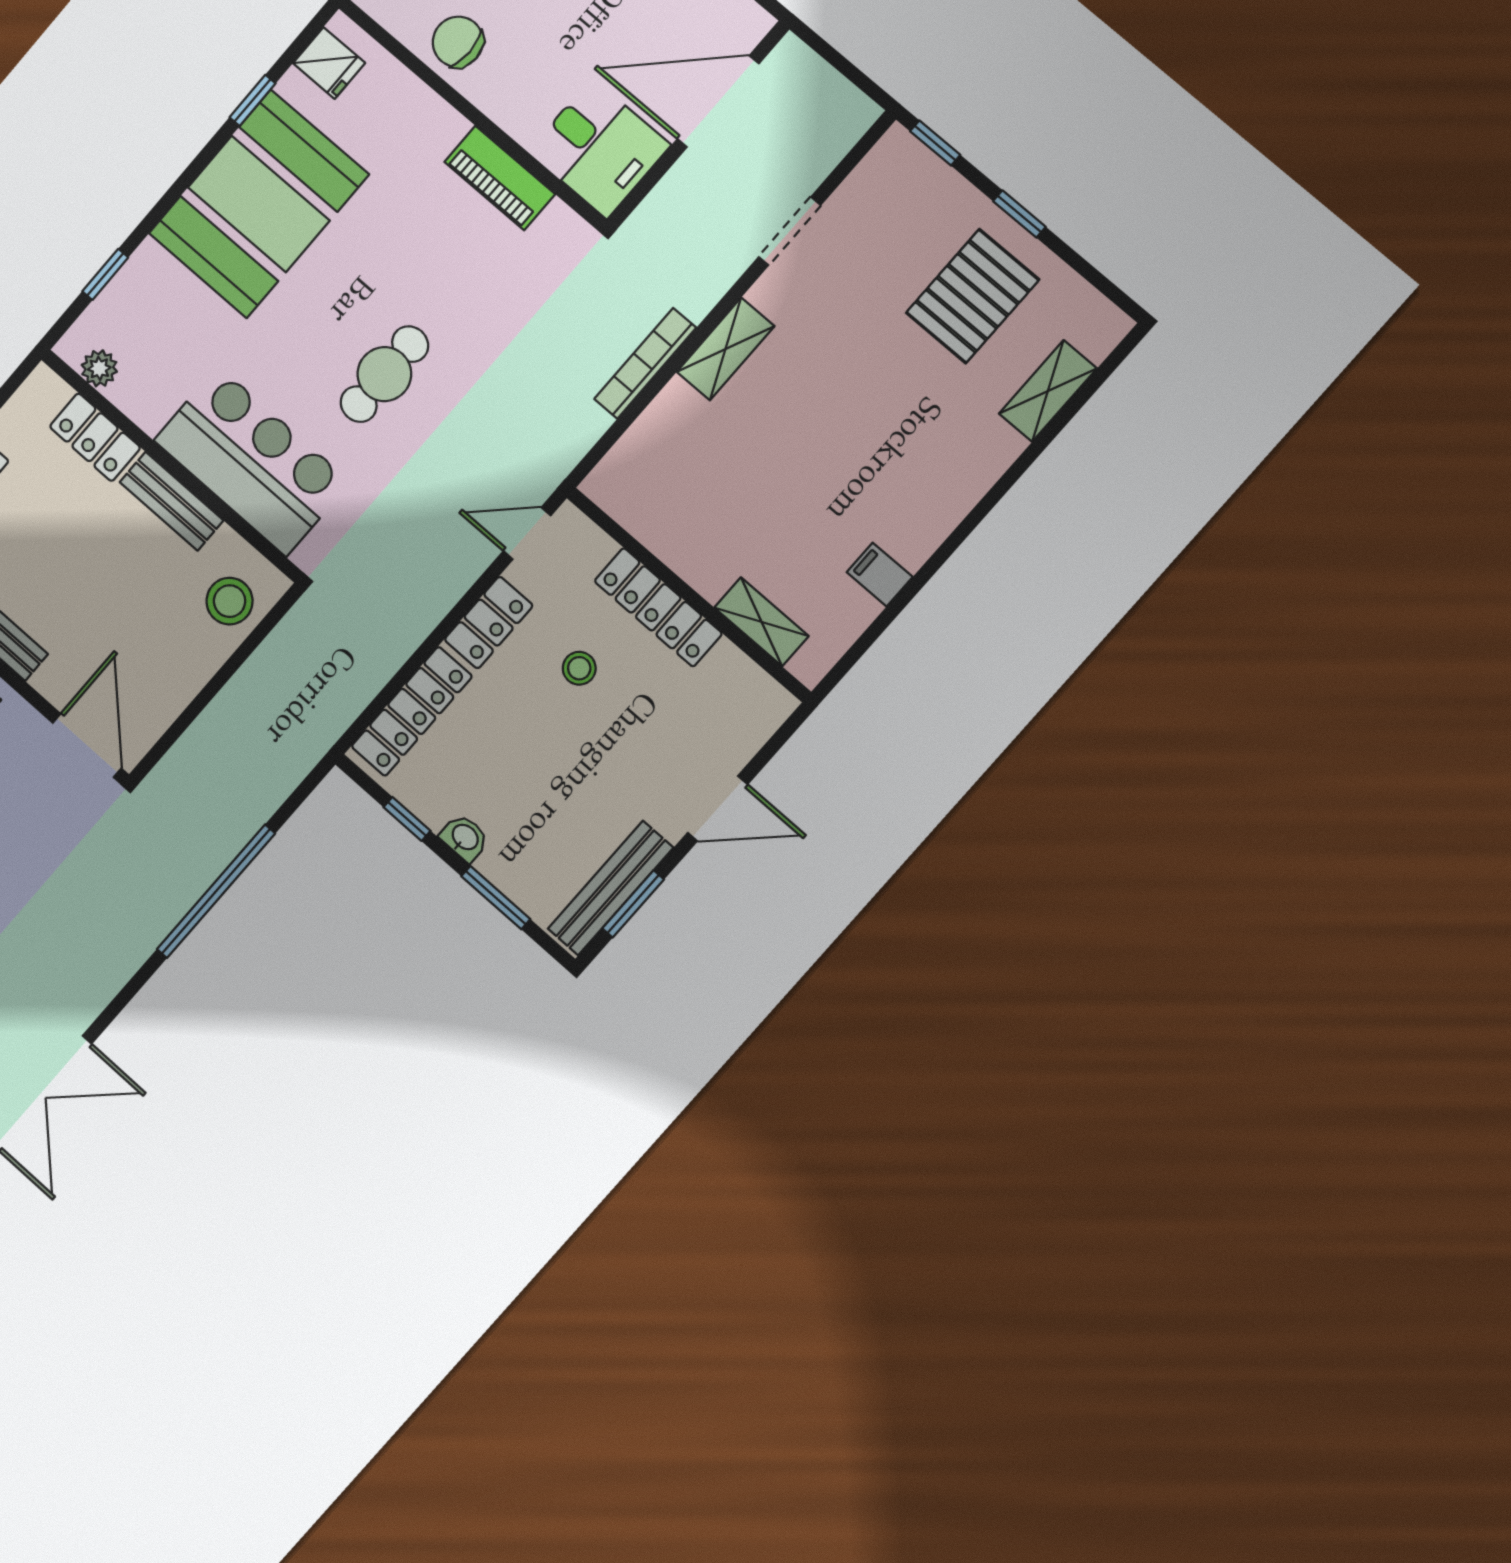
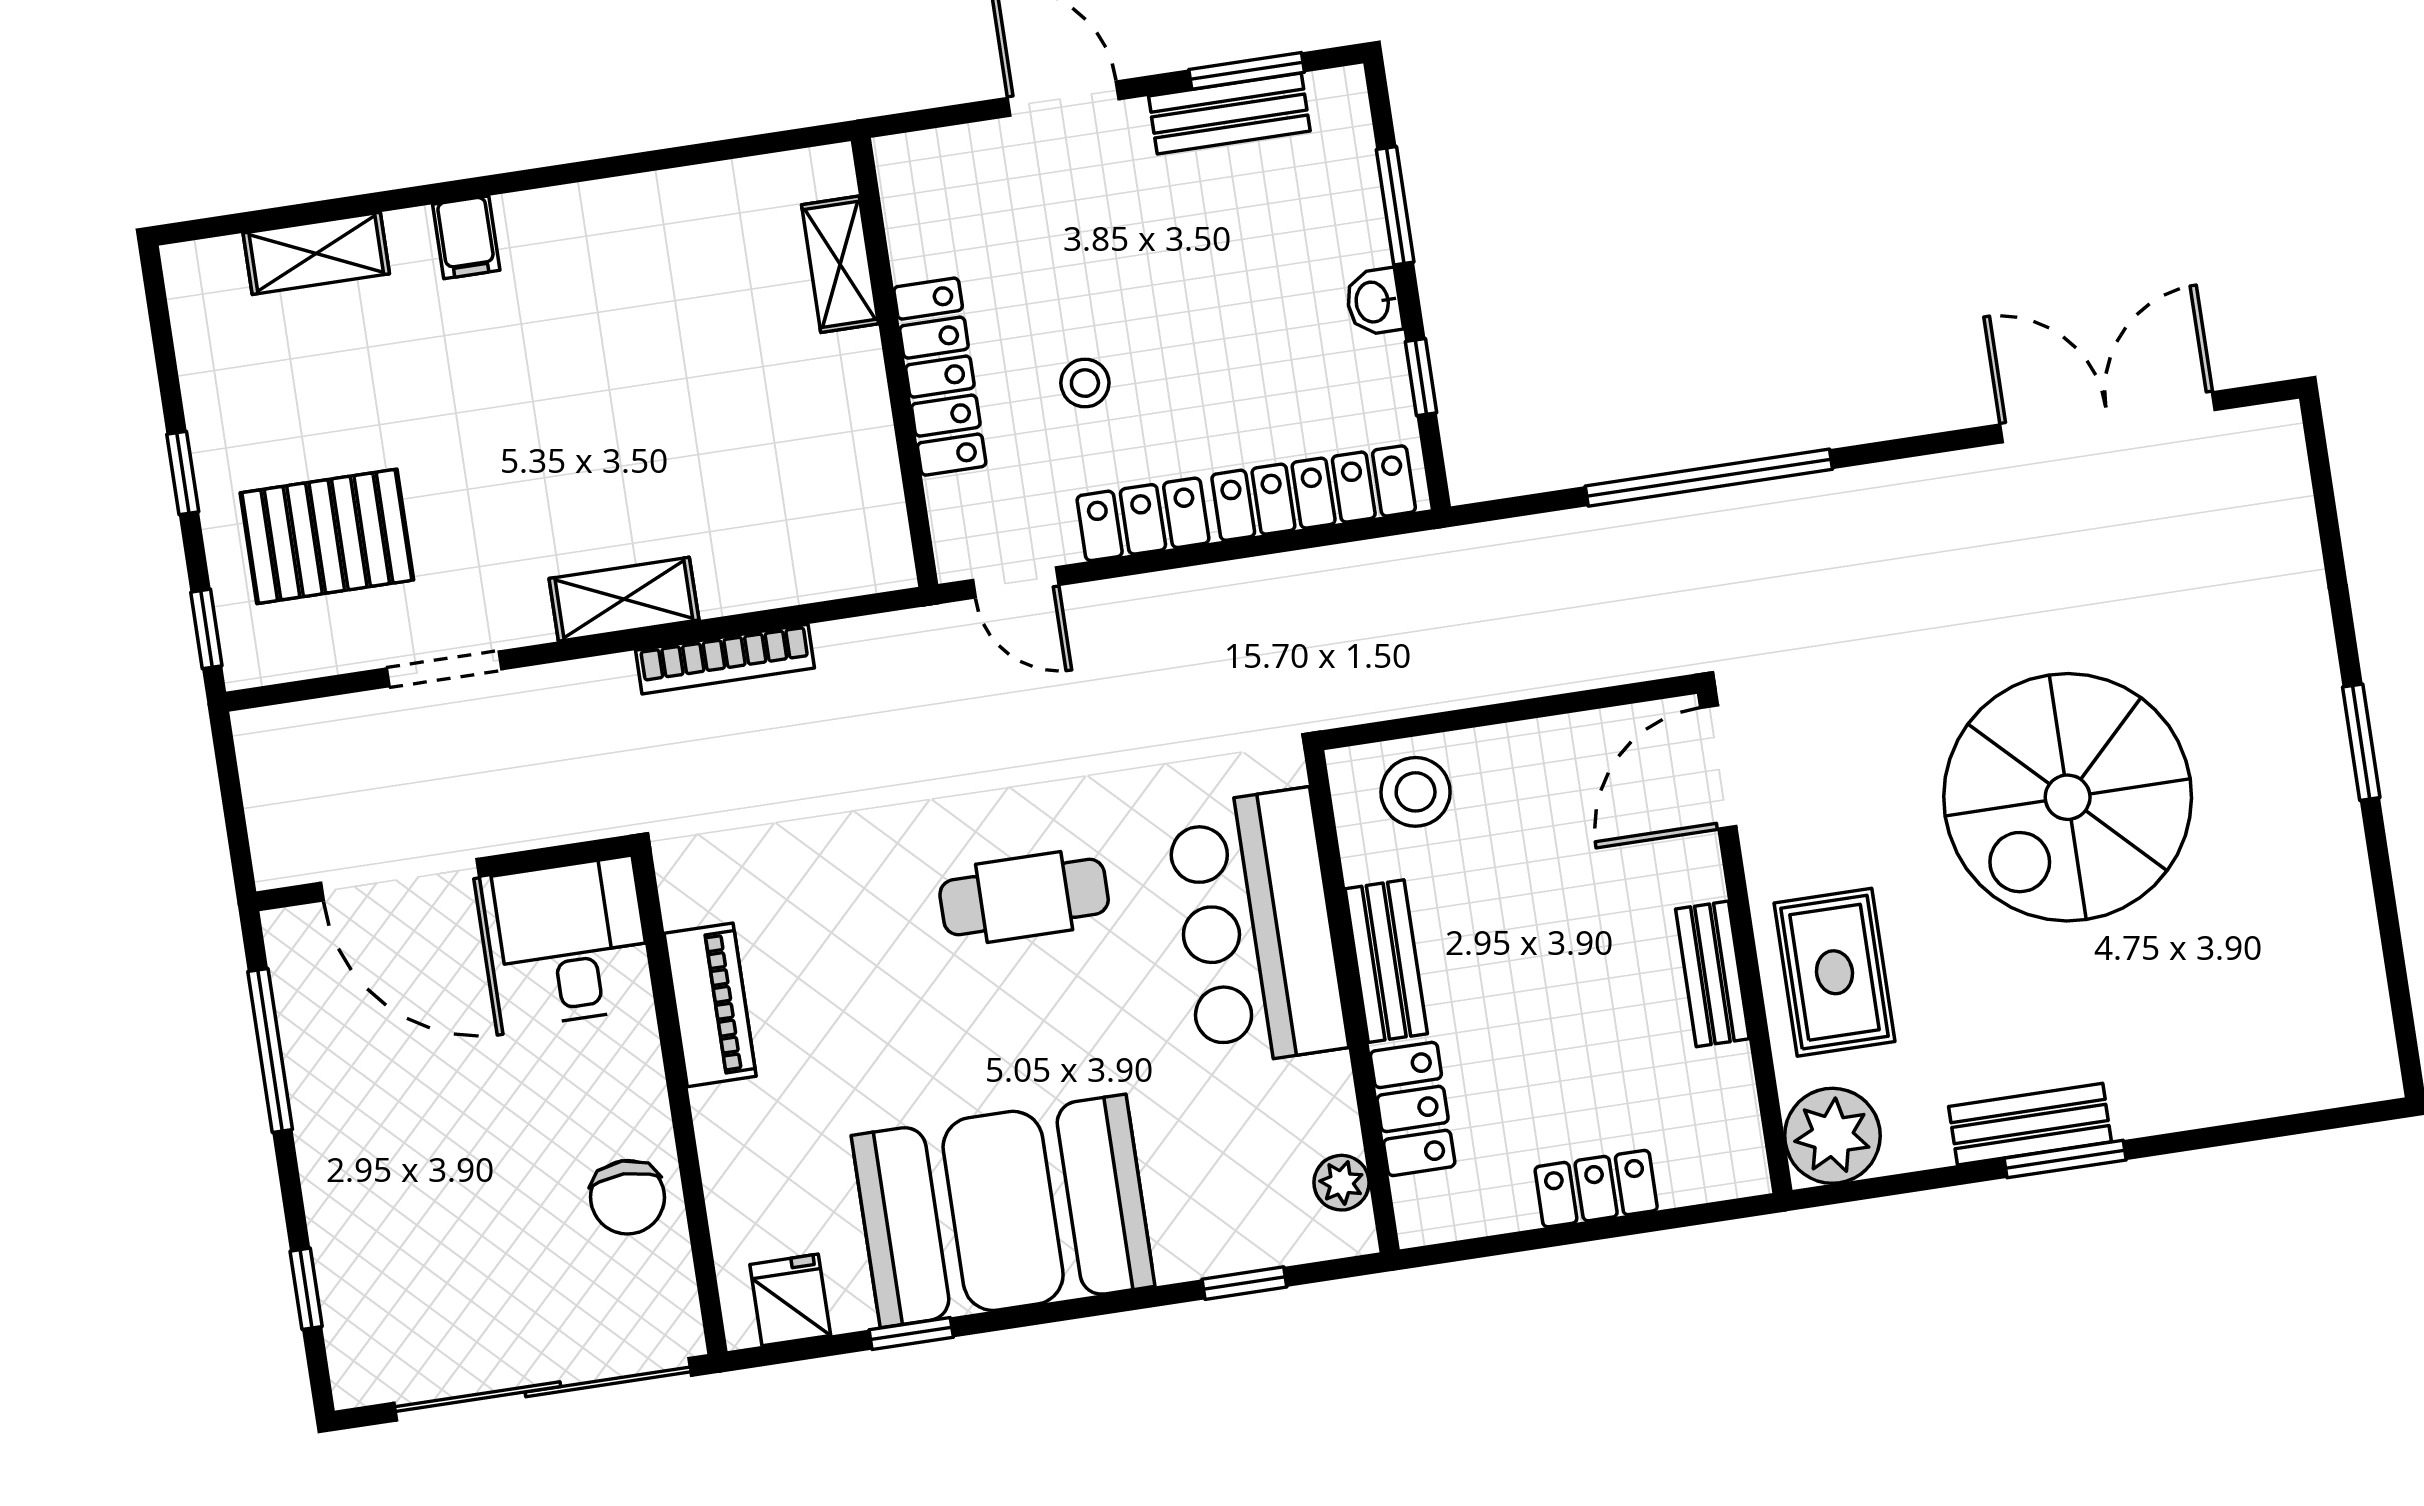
pallet: (973, 296) -> (327, 536), moved
filing cabinet: (880, 575) -> (466, 237), moved
bench: (611, 888) -> (1229, 114), width x0.73

